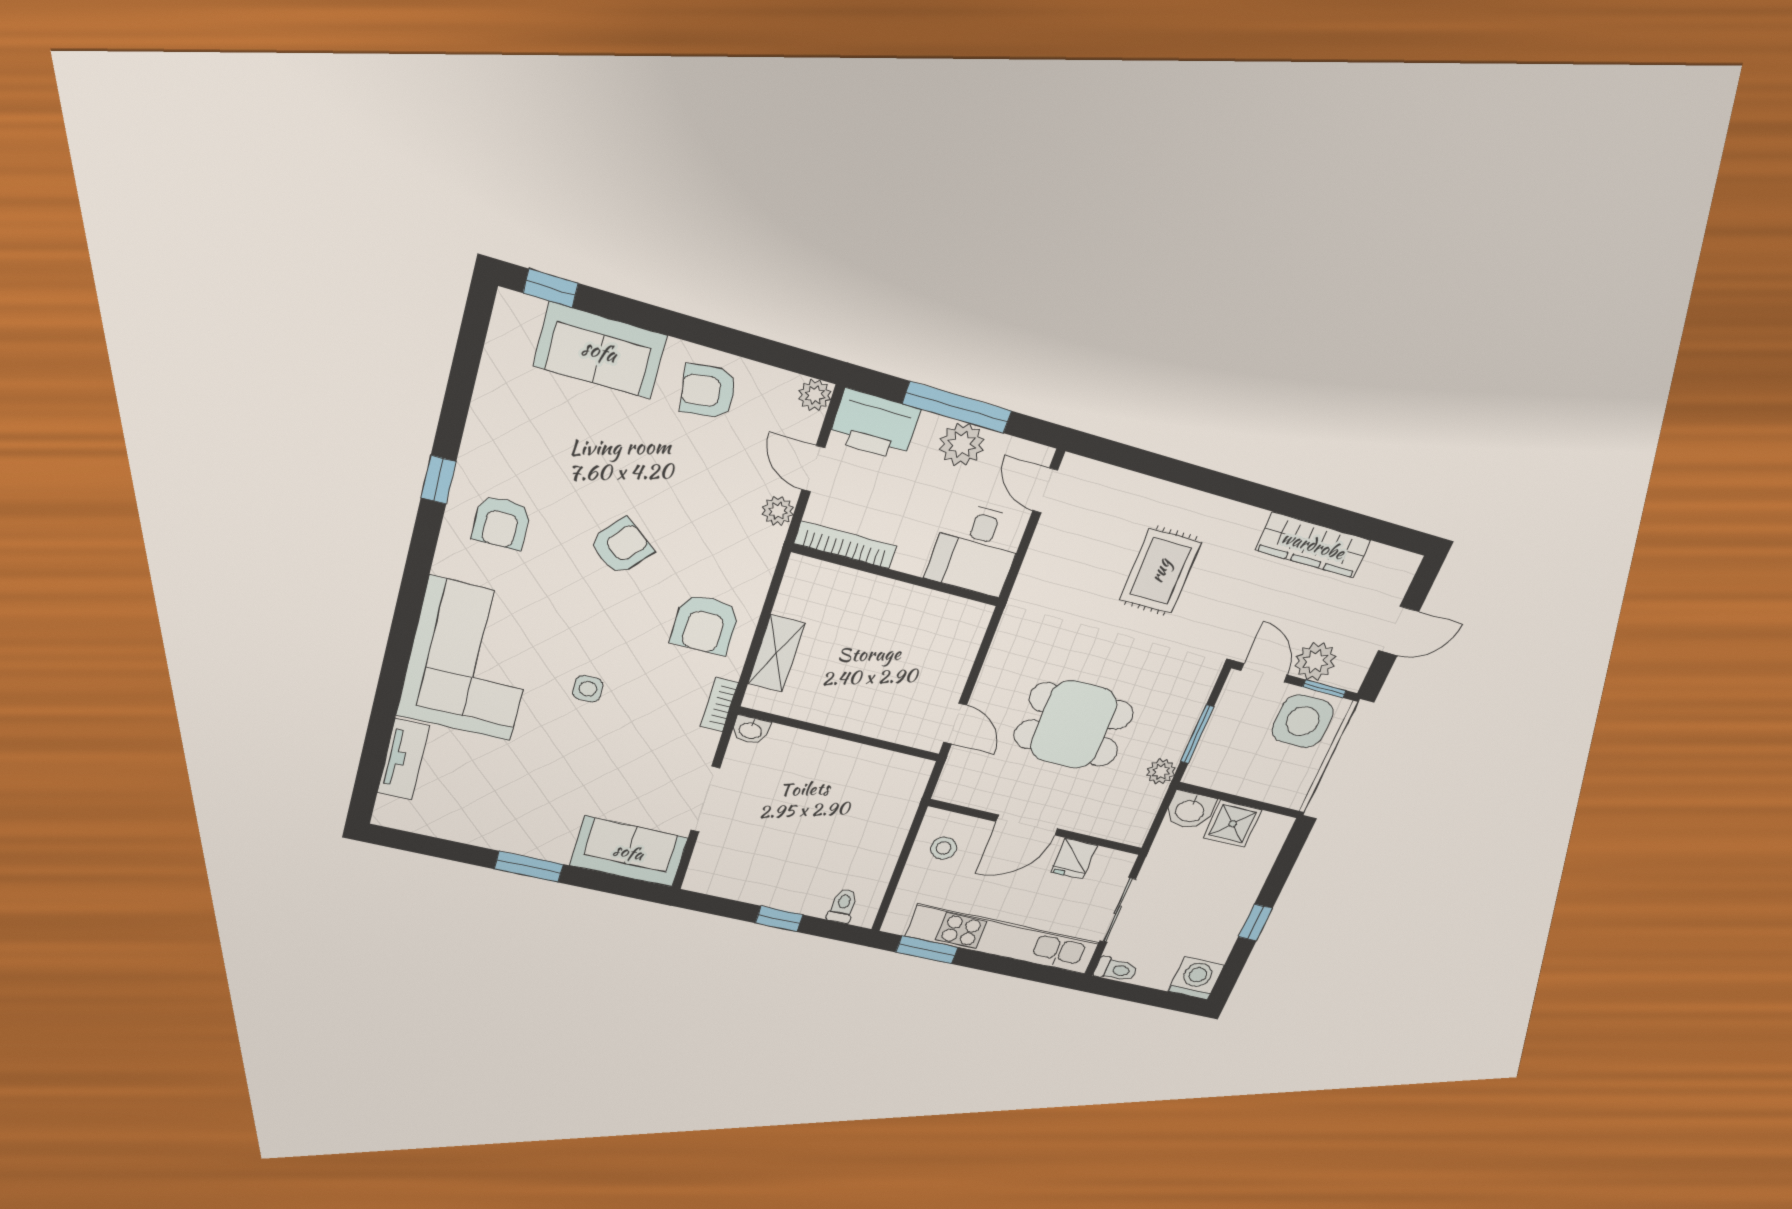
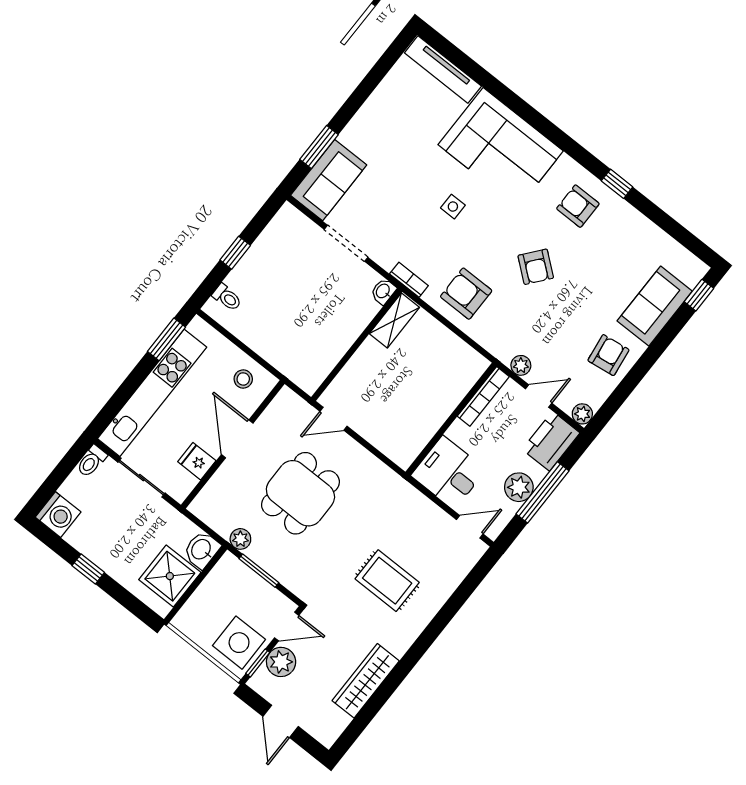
shelving: (776, 653) -> (394, 321), moved, turned 90
tv unit: (403, 759) -> (443, 70), width x1.41
shower: (1233, 824) -> (170, 576), width x1.36, depth x1.36
window: (529, 867) -> (319, 147), moved

